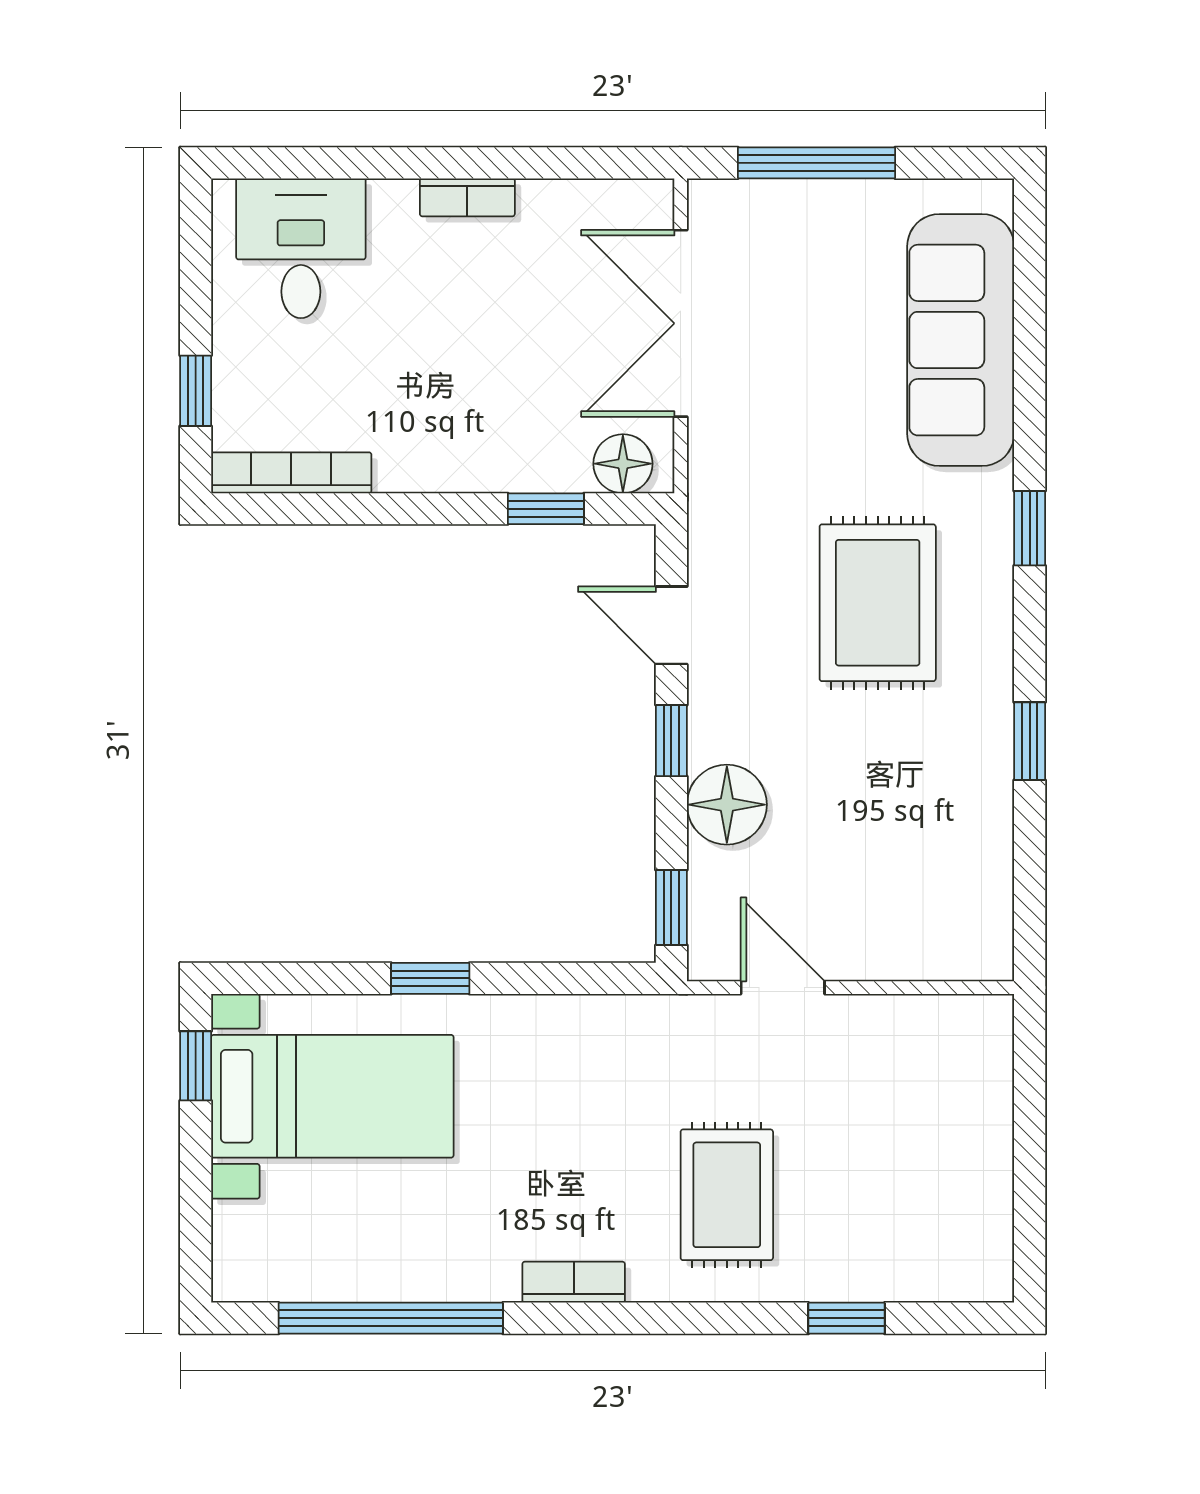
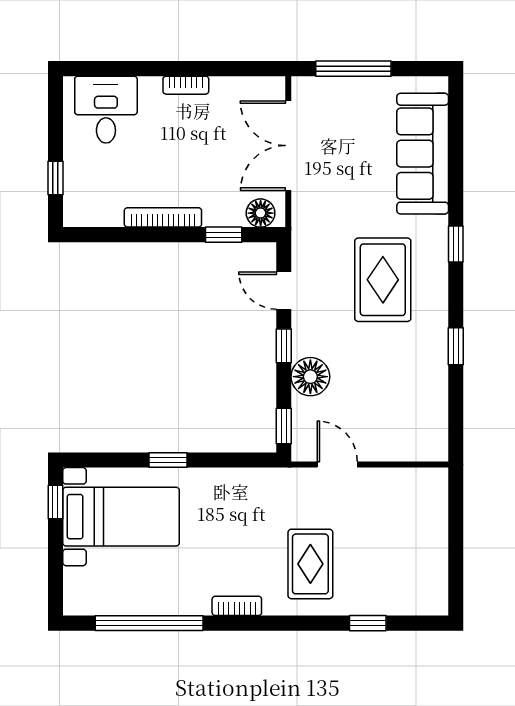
bookcase: (291, 473) -> (163, 217), moved

